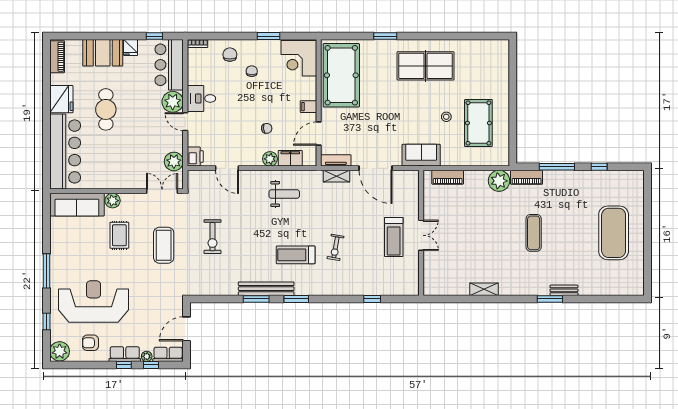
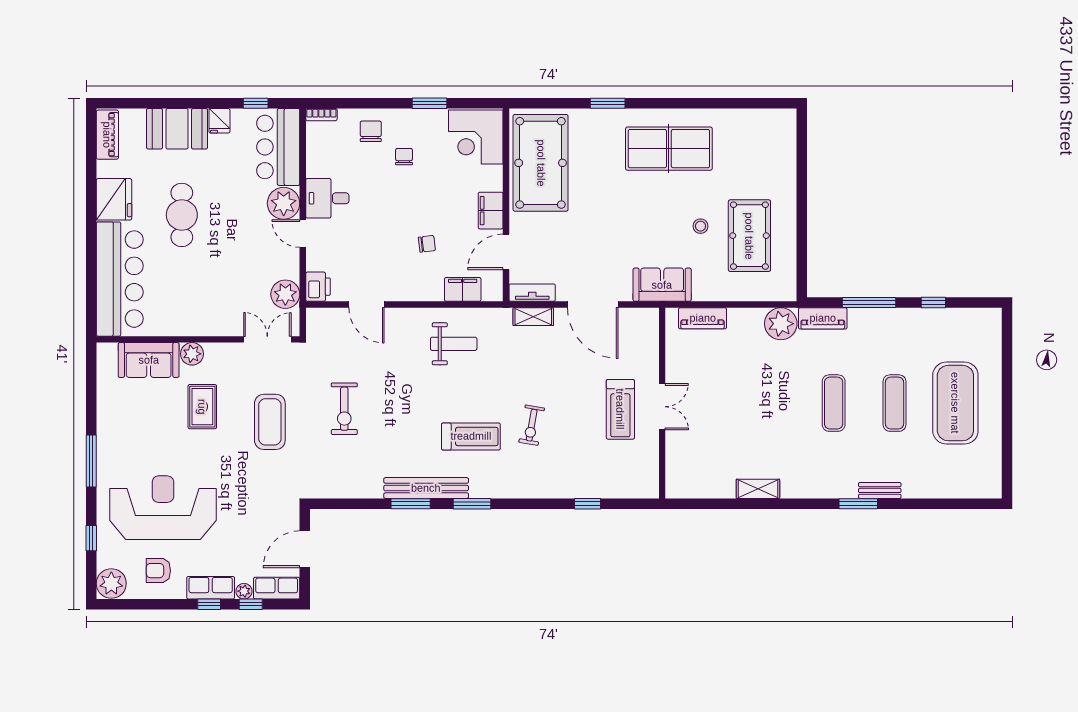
filing cabinet: (309, 107) -> (491, 211), width x2.00
plant: (270, 159) -> (432, 290), removed
sofa: (77, 205) -> (149, 360), width x0.73
exercise mat: (574, 233) -> (894, 403), added
treadmill: (296, 255) -> (471, 436), turned 180

